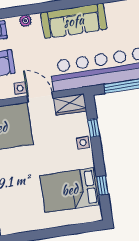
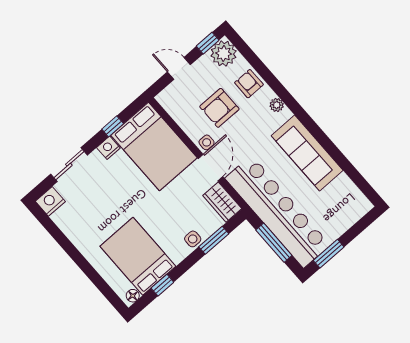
window: (94, 128) -> (214, 240), width x1.50
floor lamp: (96, 212) -> (133, 296), added

